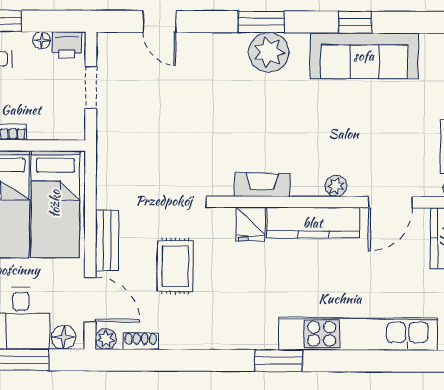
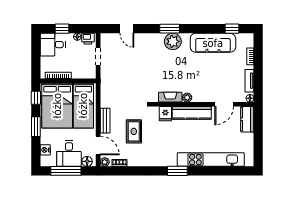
window: (355, 22) -> (232, 29), moved
plant: (336, 186) -> (187, 97), moved

